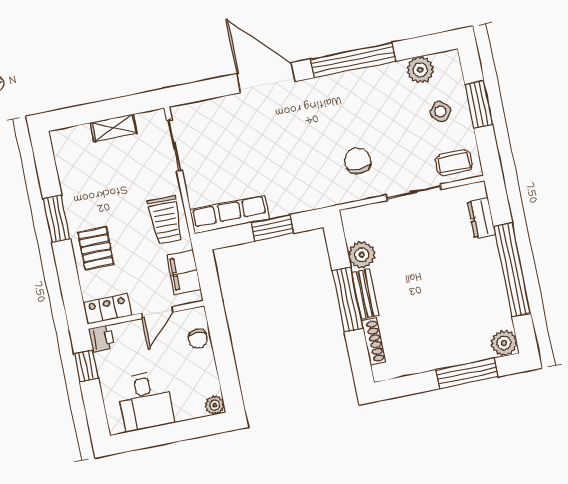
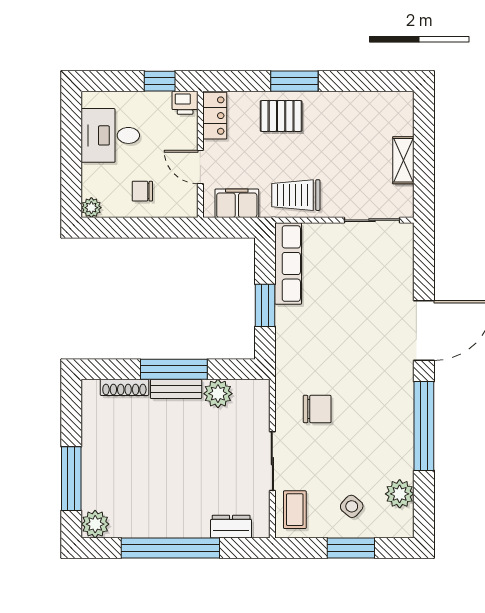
window: (57, 219) -> (294, 81), moved
chair: (198, 339) -> (142, 191), moved

